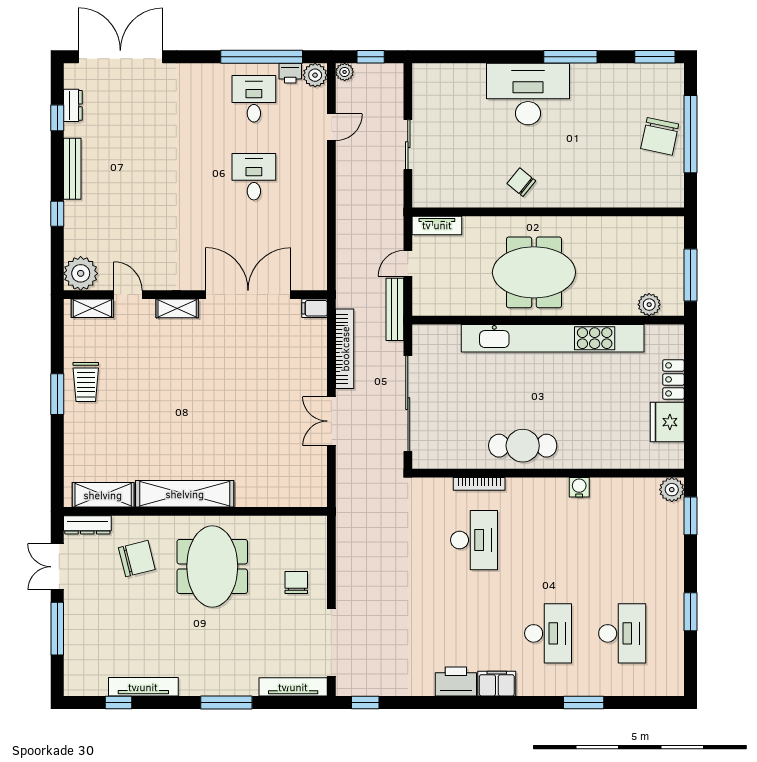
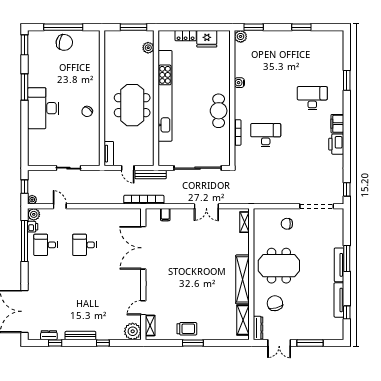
shelving: (177, 308) -> (245, 222), moved
filing cabinet: (315, 308) -> (165, 215), moved
bookcase: (345, 349) -> (144, 200), moved
desk: (622, 633) -> (312, 61), removed
tv unit: (293, 687) -> (339, 265), moved

